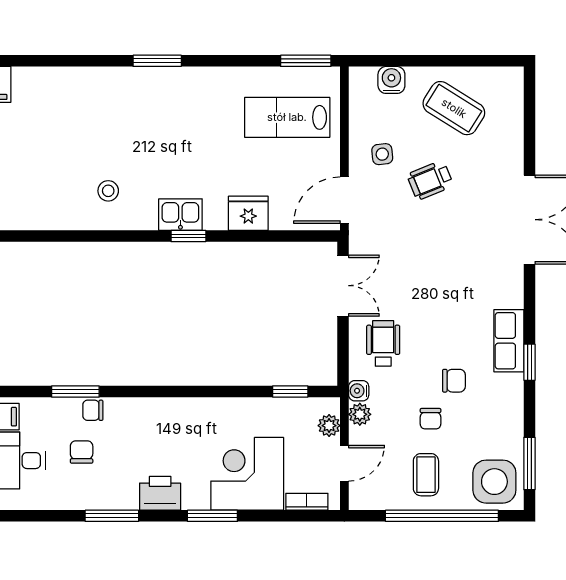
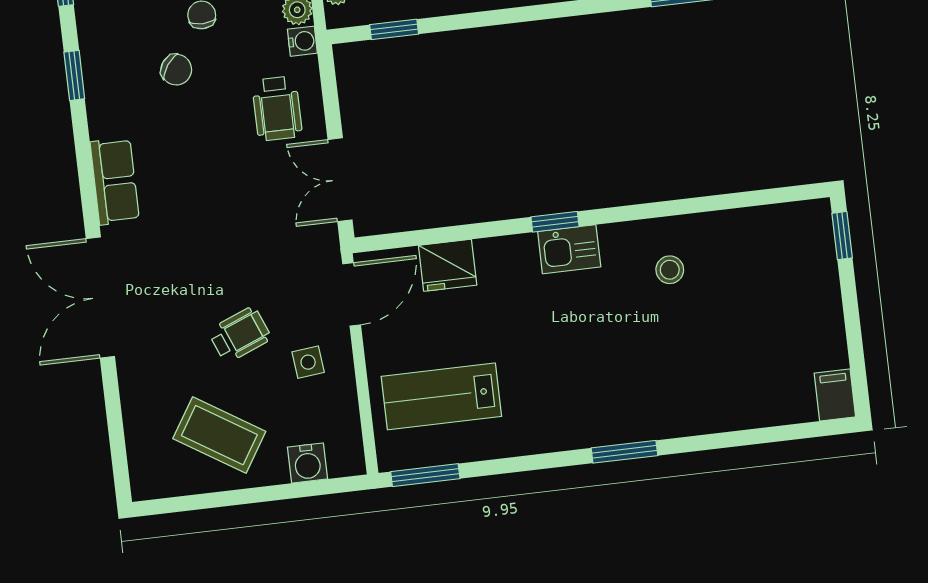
lab bench: (287, 117) -> (441, 396), turned 180
fridge: (248, 213) -> (448, 265), moved
row of seats: (509, 341) -> (115, 181), moved
window: (529, 362) -> (74, 75), moved
chair: (454, 381) -> (176, 70), turned -145

